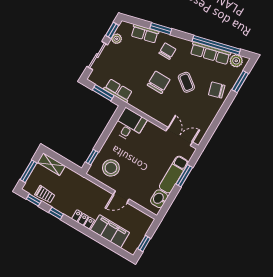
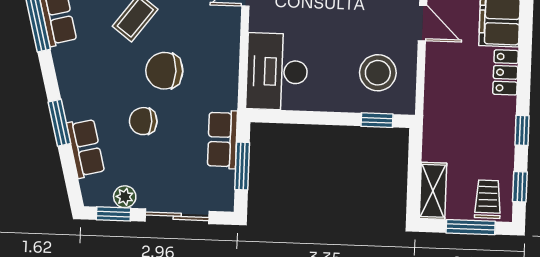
chair: (167, 51) -> (143, 121), moved
desk: (129, 125) -> (277, 72), width x1.37
trolley: (45, 194) -> (488, 199), moved

